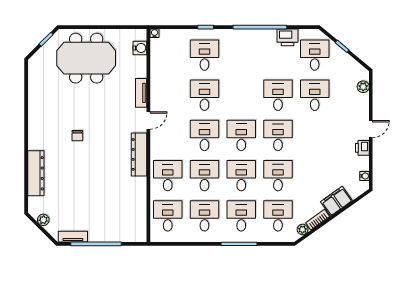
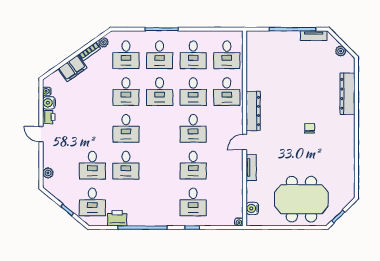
door: (371, 129) -> (41, 134), hinge flipped
desk: (241, 135) -> (160, 128), removed
water cooler: (362, 163) -> (49, 103), added

